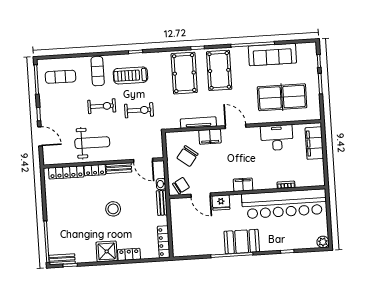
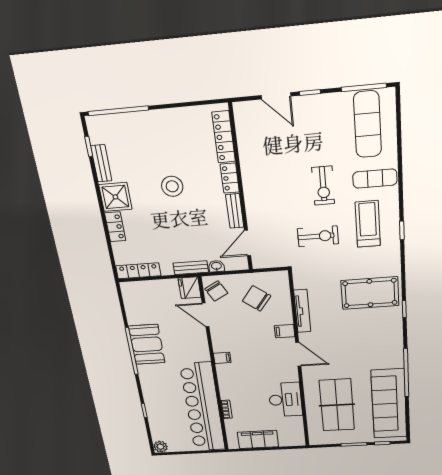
sofa: (272, 54) -> (389, 404), width x1.36, depth x1.27
pool table: (219, 70) -> (373, 335), removed
exercise mat: (60, 77) -> (367, 124), width x1.36, depth x1.45
exercise bike: (139, 110) -> (318, 236), turned -90
door: (235, 126) -> (298, 354), hinge flipped
door: (40, 136) -> (276, 96), hinge flipped
filing cabinet: (210, 137) -> (285, 331), width x0.50
weight bench: (92, 143) -> (270, 173), removed
filing cabinet: (314, 143) -> (258, 439), moved
filing cabinet: (243, 185) -> (222, 358), width x0.50
door: (201, 195) -> (206, 315), hinge flipped
fridge: (221, 202) -> (190, 288), moved
stool: (113, 209) -> (172, 186), moved
booth: (242, 242) -> (147, 344), moved
bench: (62, 259) -> (101, 163), moved

